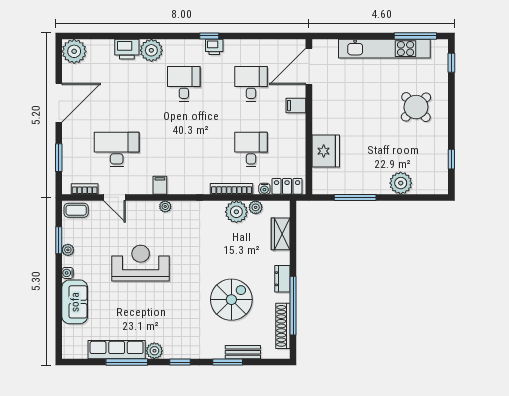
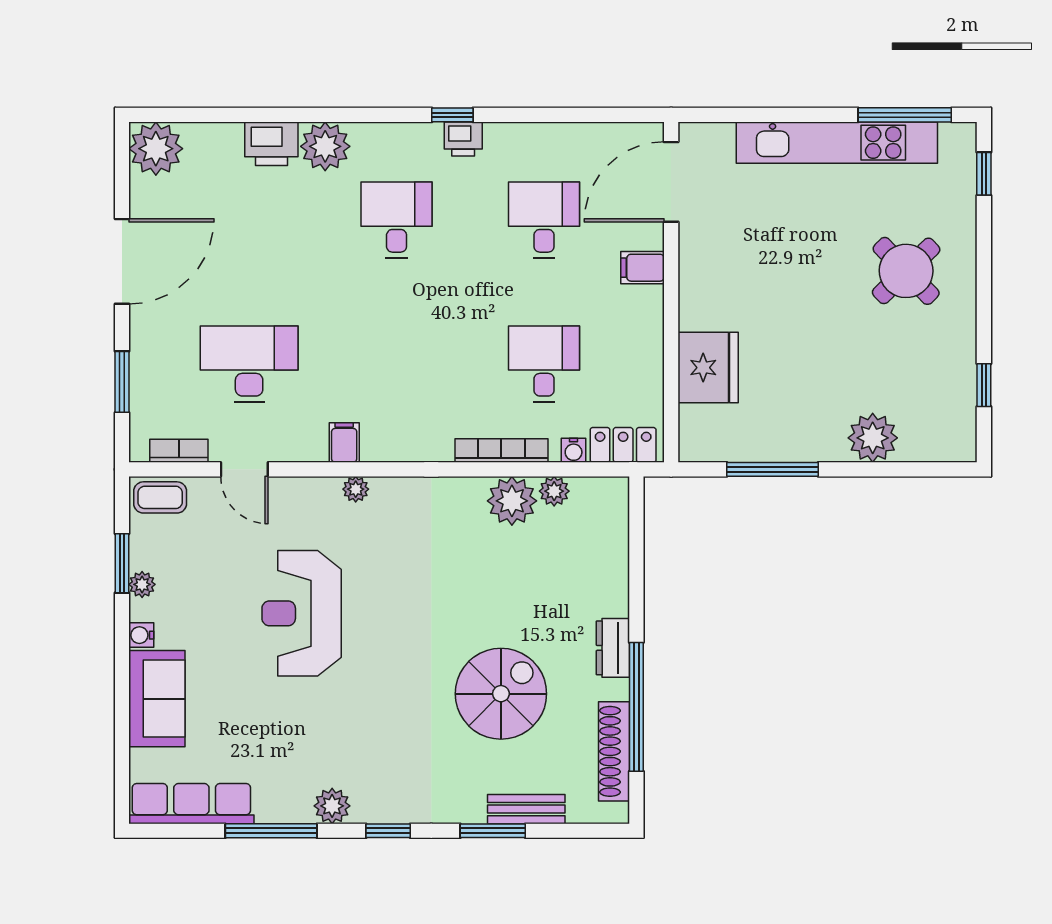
wardrobe: (281, 234) -> (609, 550), removed
reception desk: (141, 263) -> (302, 613), turned -90
row of seats: (117, 350) -> (191, 804), moved

